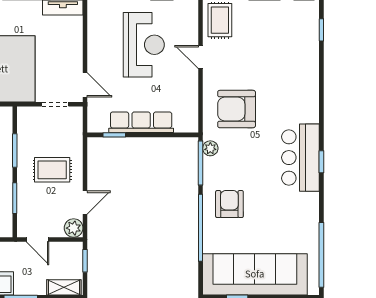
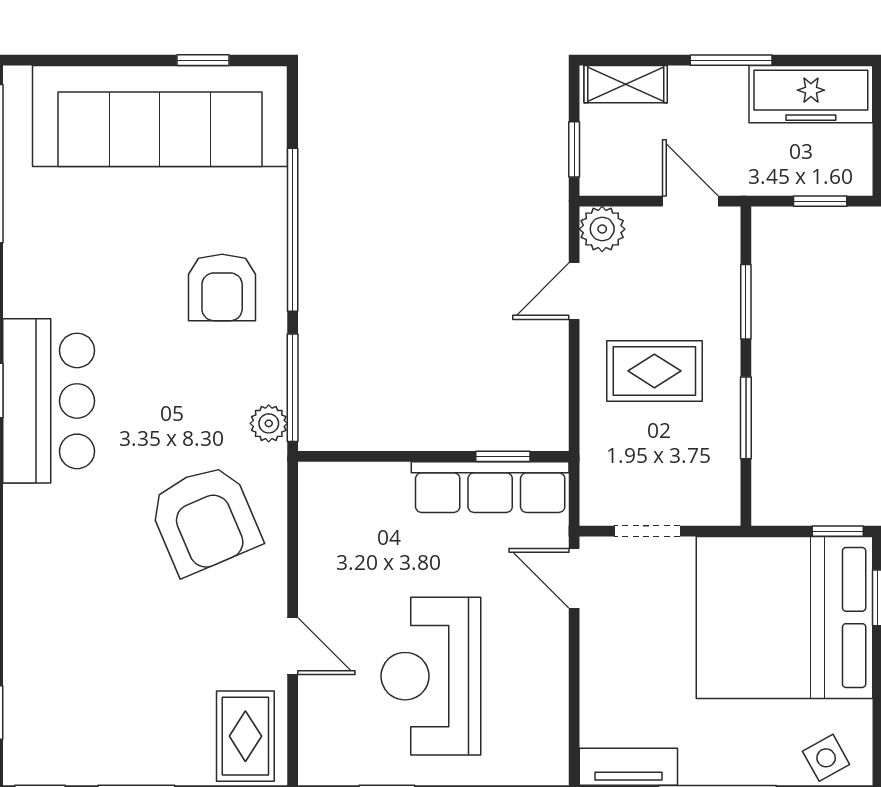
armchair: (237, 109) -> (205, 519), turned 67
row of seats: (141, 122) -> (490, 487), moved

